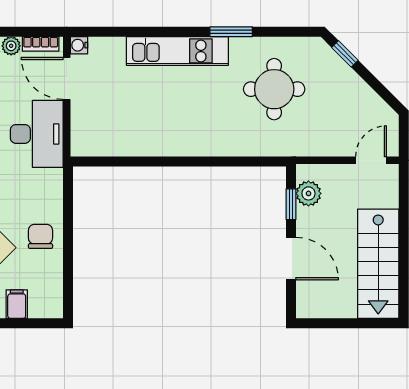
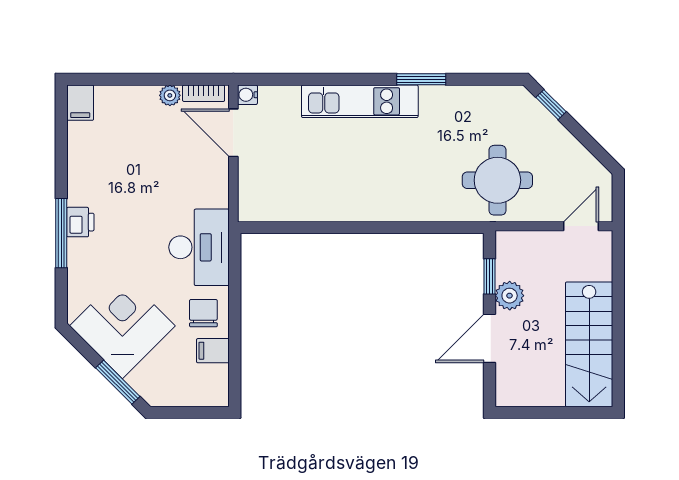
round table: (274, 89) -> (497, 180), moved
desk: (37, 134) -> (199, 247), moved
plant: (308, 193) -> (510, 296), moved
door: (291, 259) -> (489, 338), swing flipped
filing cabinet: (17, 304) -> (213, 351), moved, turned -90

